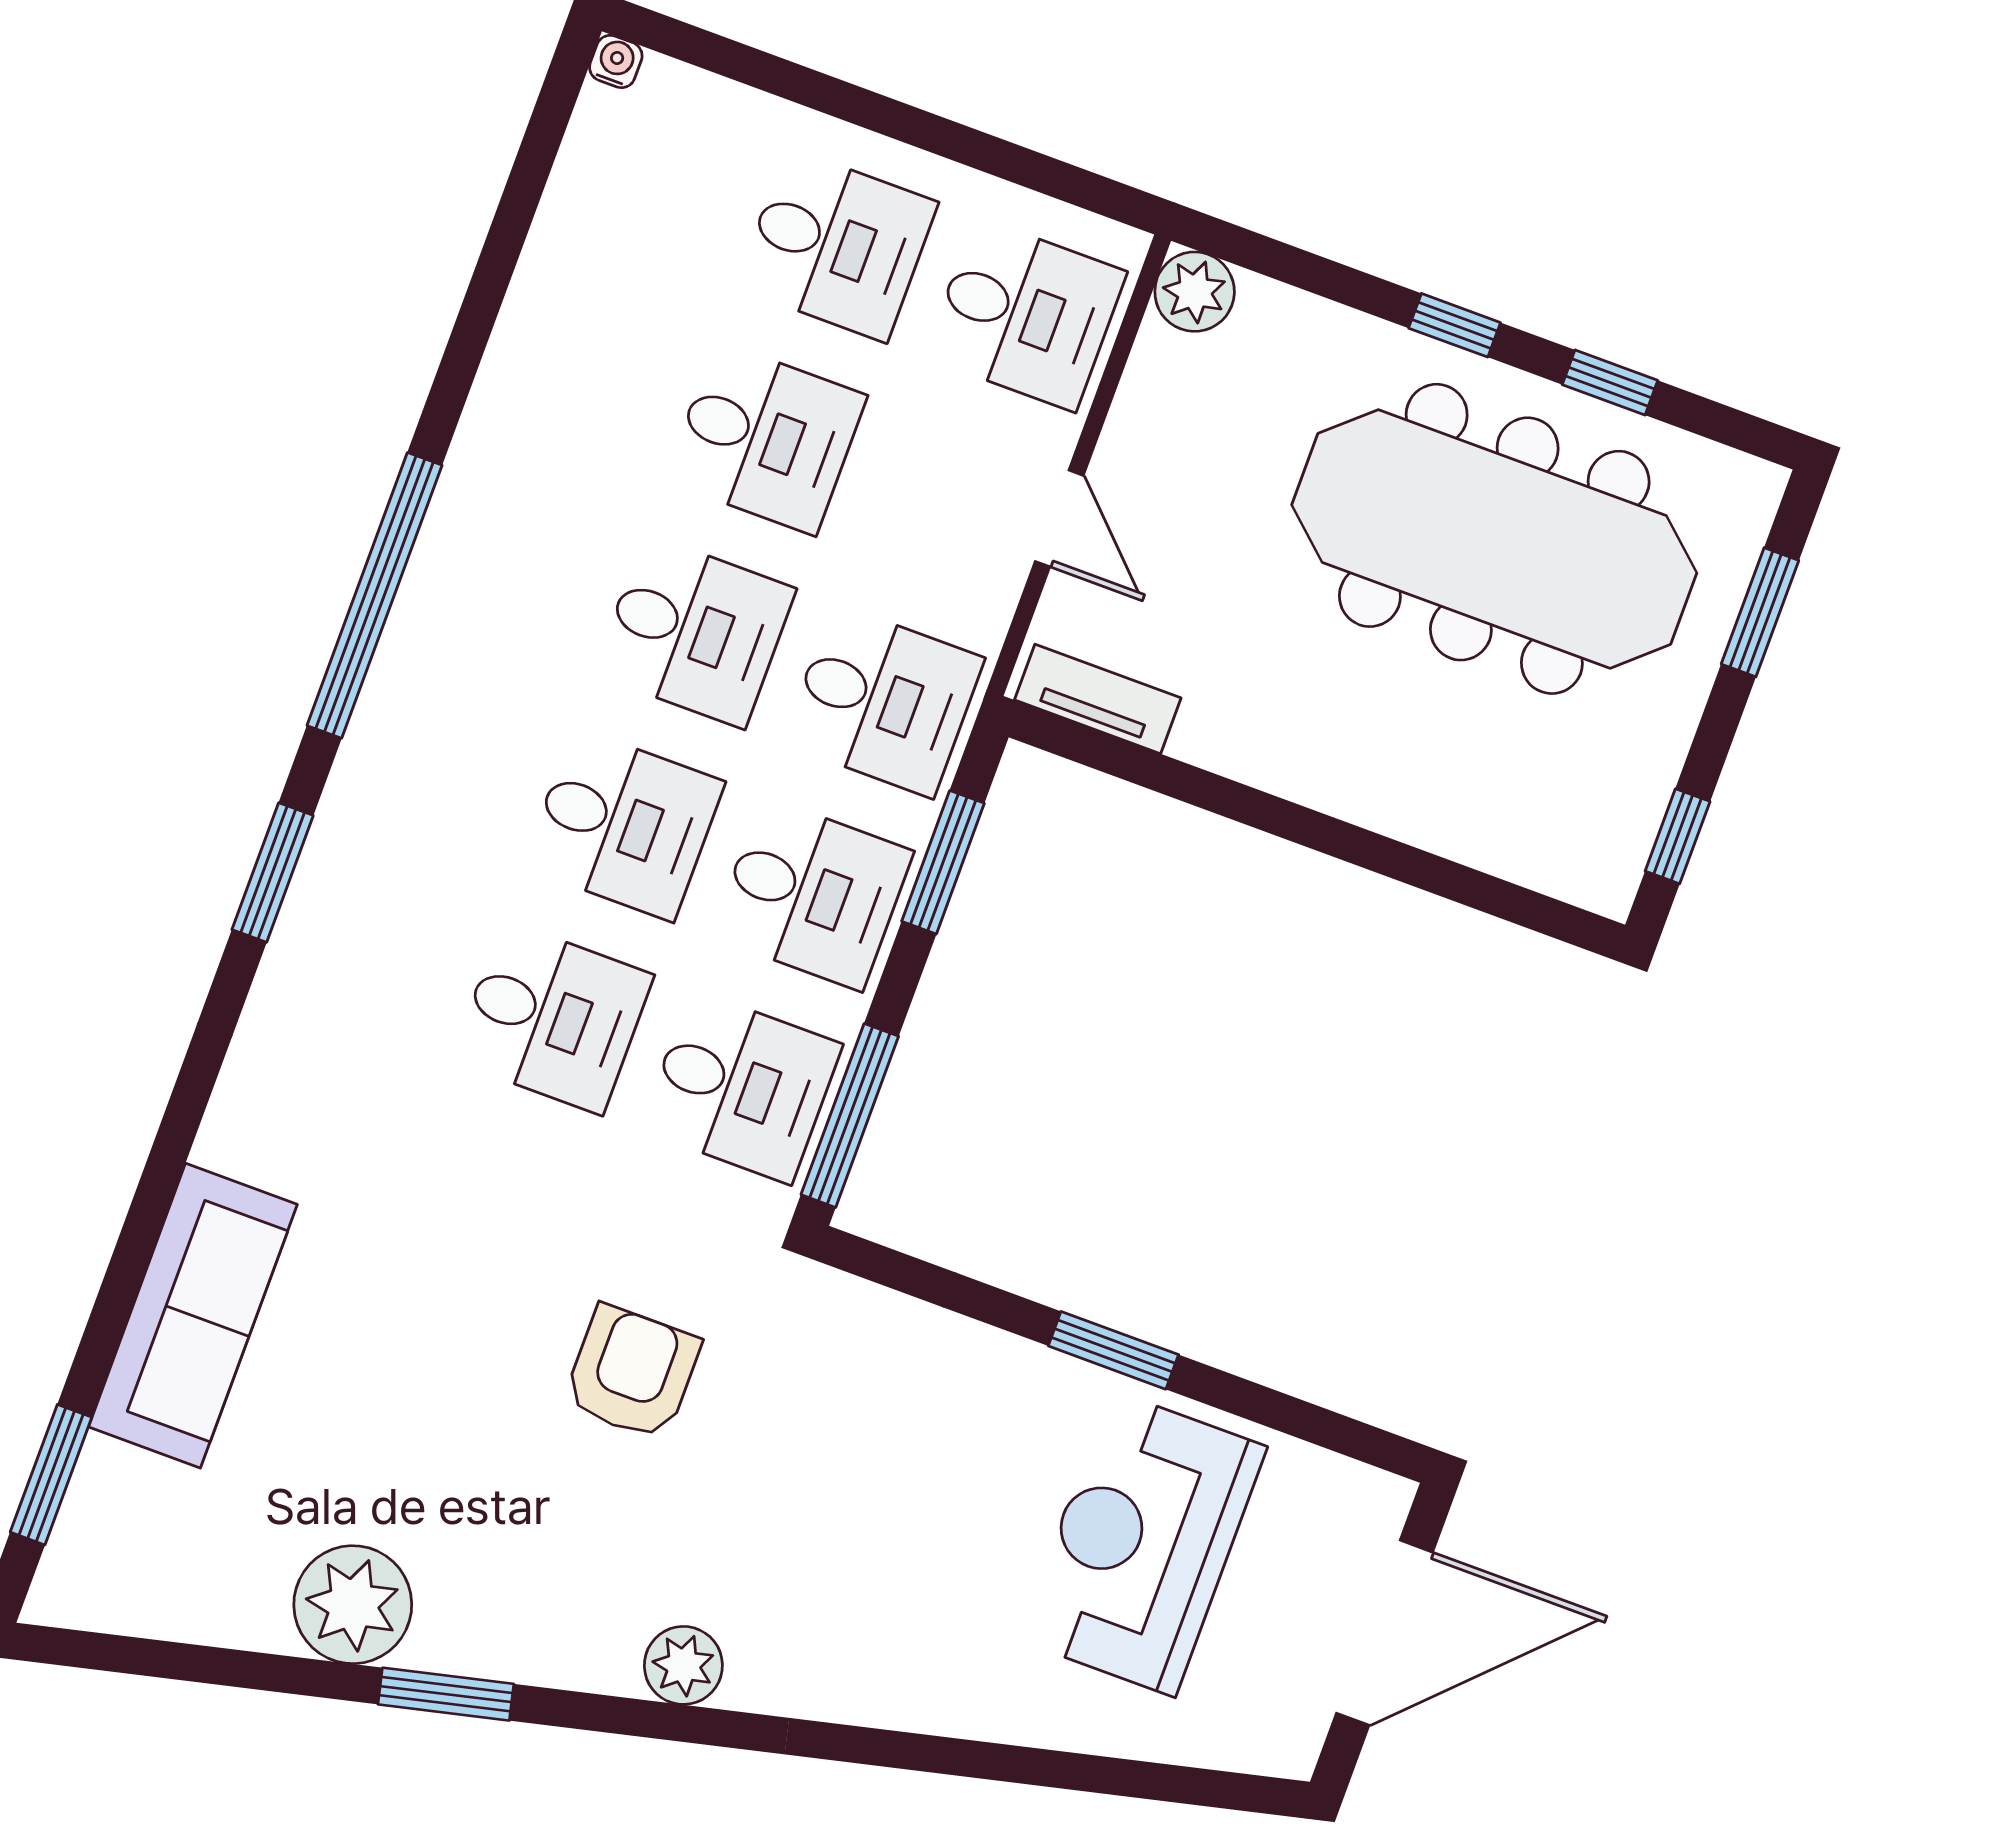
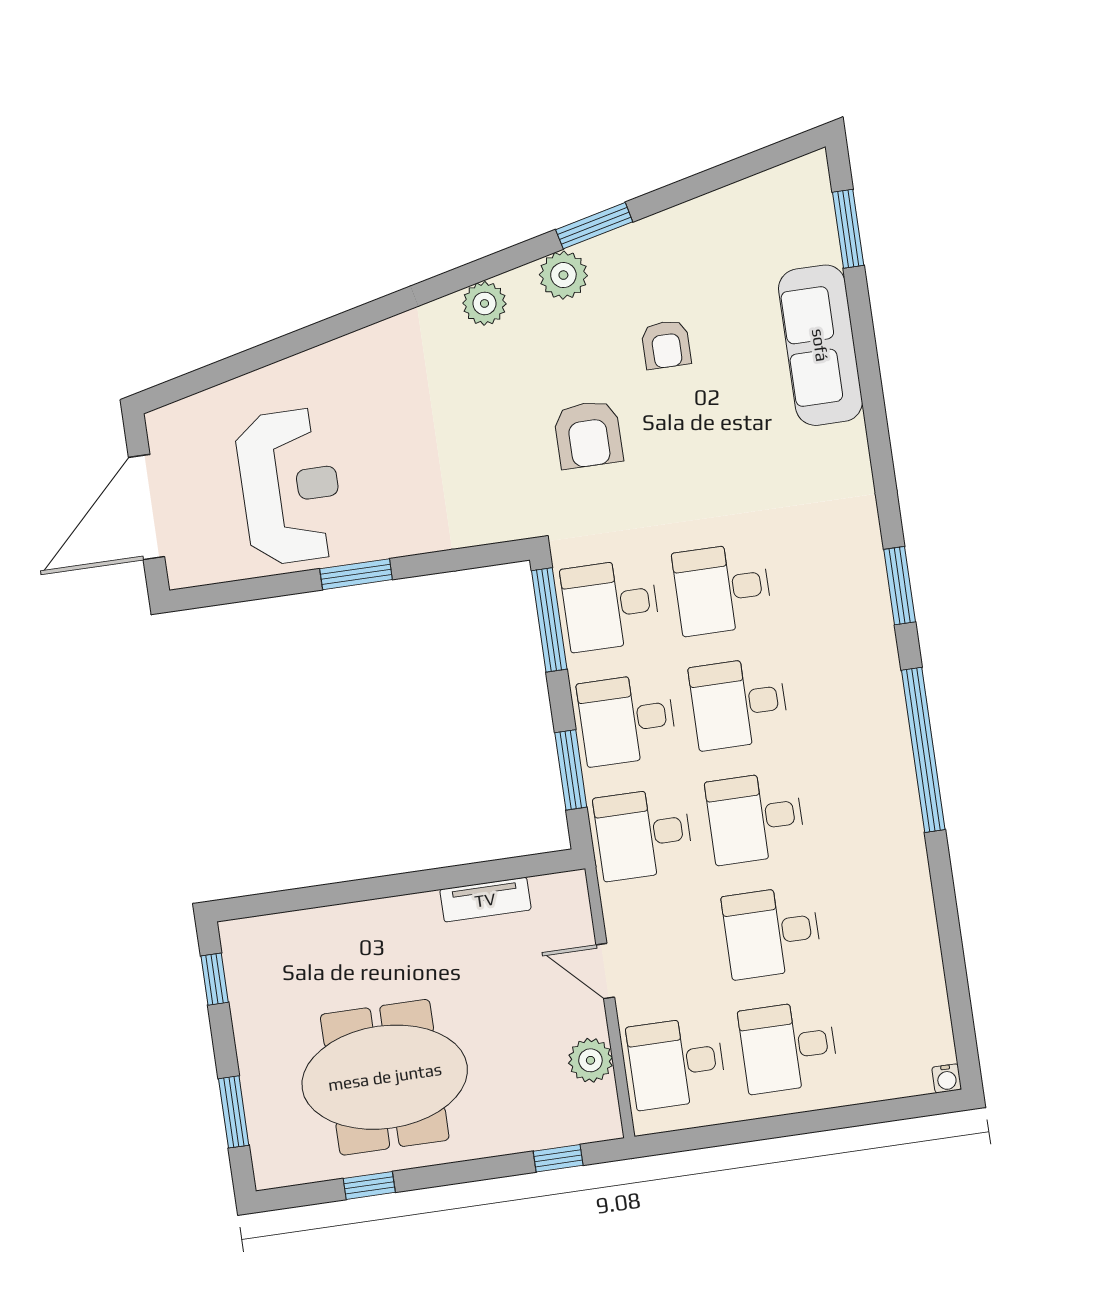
plant: (1195, 292) -> (590, 1060), moved
window: (1455, 325) -> (558, 1158), moved
meeting table: (1494, 539) -> (385, 1077), width x0.73
tv unit: (1098, 699) -> (485, 900), moved
armchair: (434, 1447) -> (666, 344), added
plant: (353, 1605) -> (563, 275), moved, width x0.73, depth x0.73

